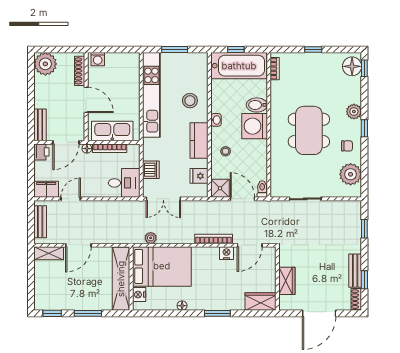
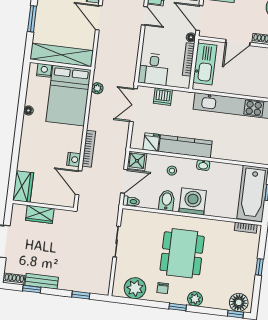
stool: (190, 101) -> (225, 142), removed
bidet: (257, 105) -> (167, 200), moved
dining table: (309, 130) -> (182, 253), turned 90
kitchen counter: (199, 141) -> (185, 146), width x1.50
window: (217, 313) -> (17, 144), removed

